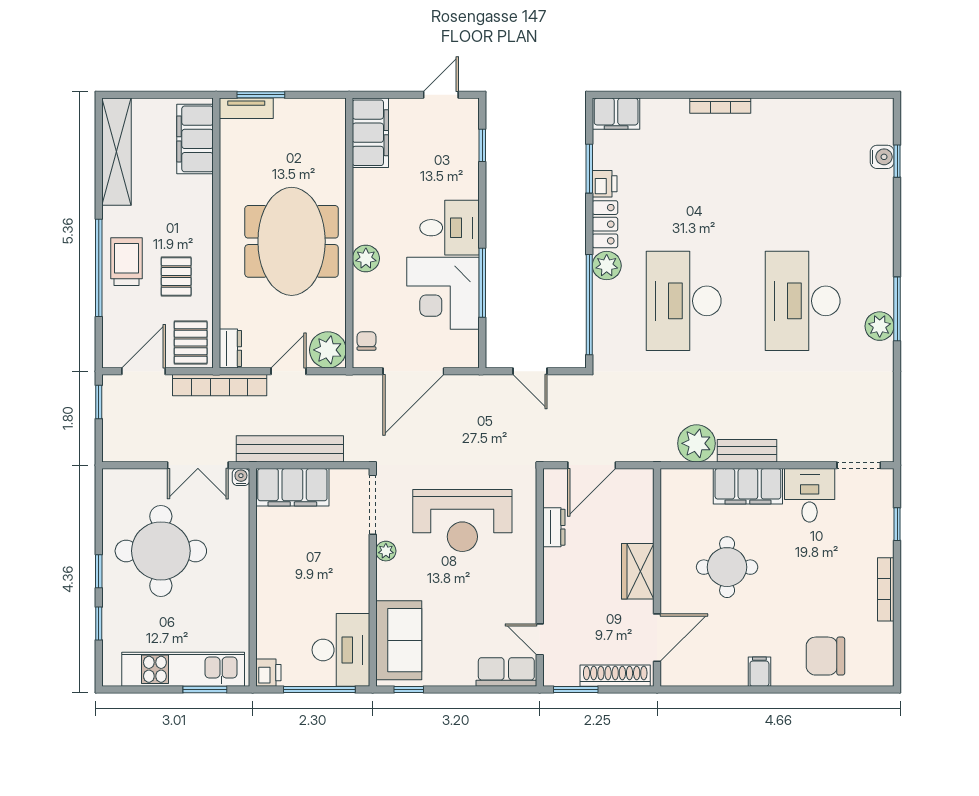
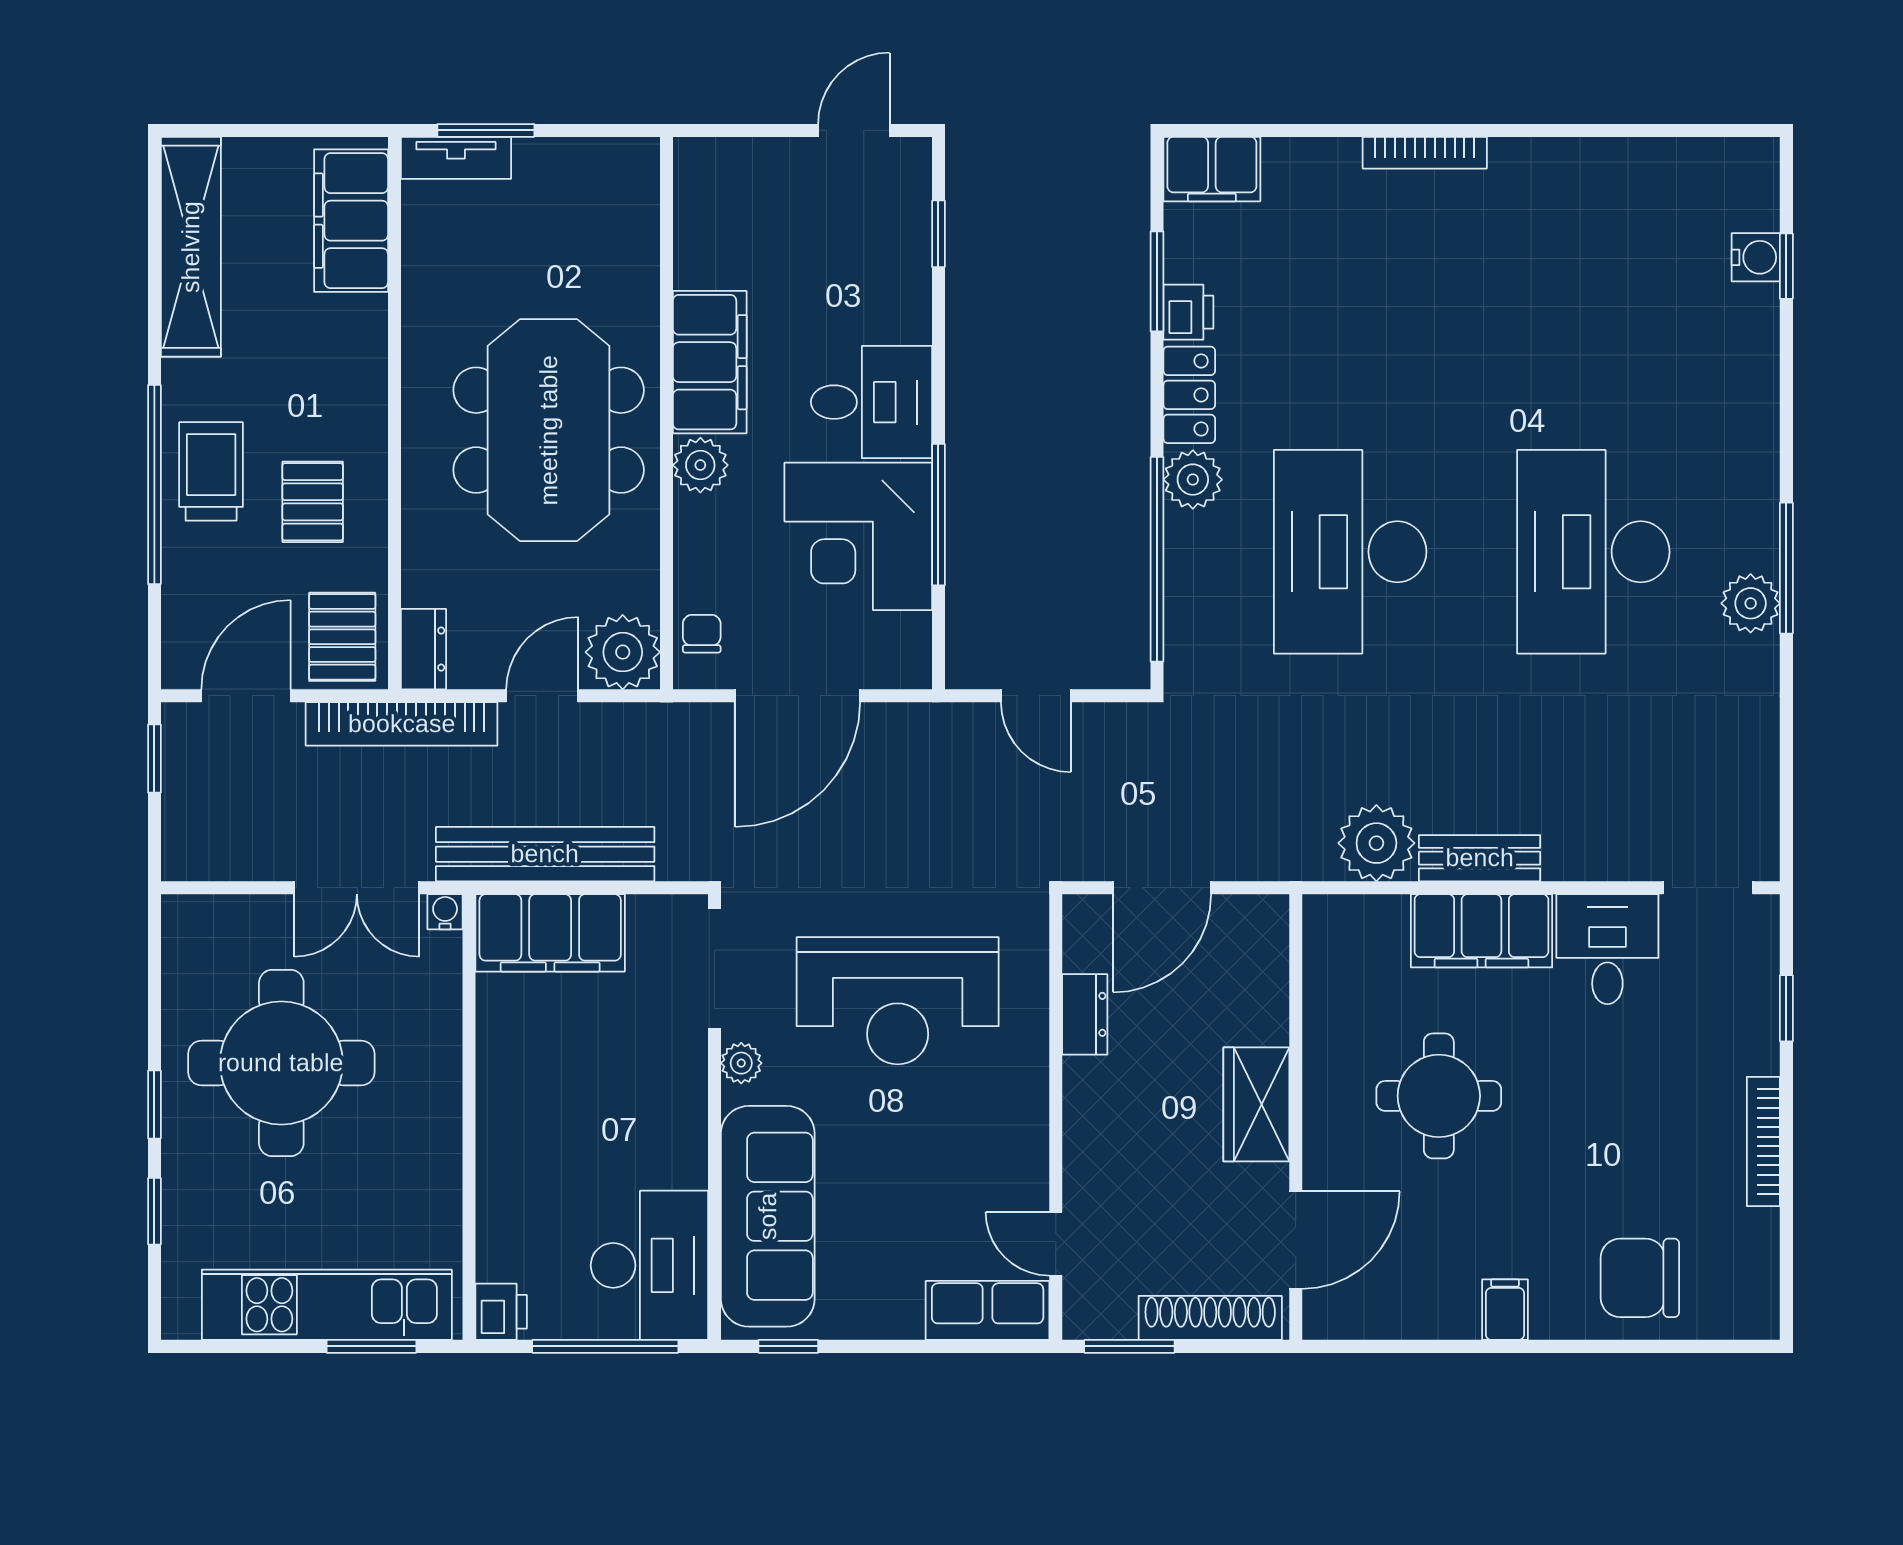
filing cabinet: (370, 133) -> (710, 362), moved
sofa: (399, 640) -> (768, 1216), width x1.36

